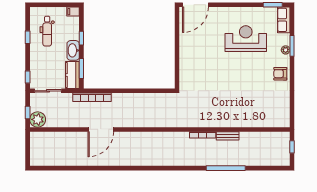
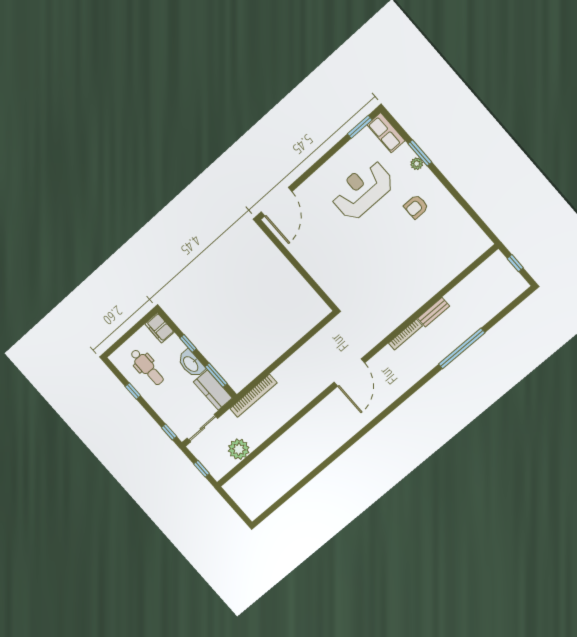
filing cabinet: (73, 12) -> (160, 328), width x2.00
armchair: (280, 74) -> (416, 207), moved
plant: (38, 119) -> (239, 449), moved
door: (101, 129) -> (349, 372), moved

